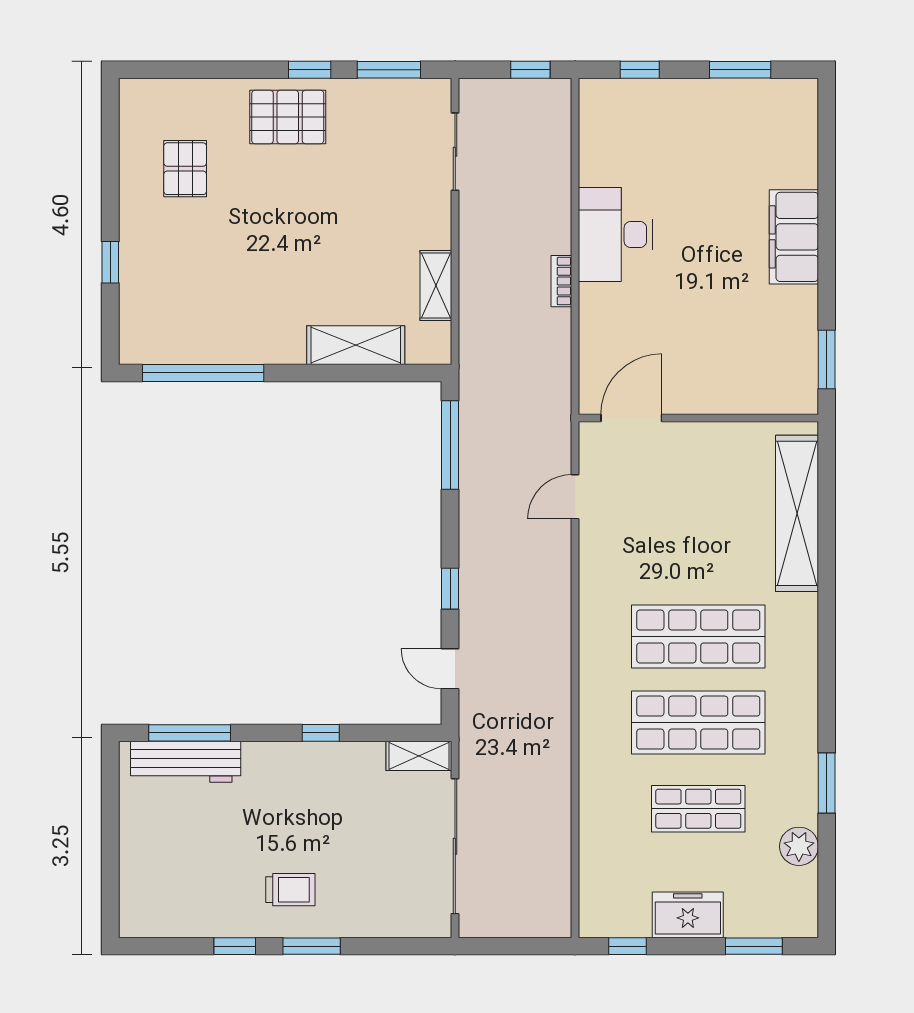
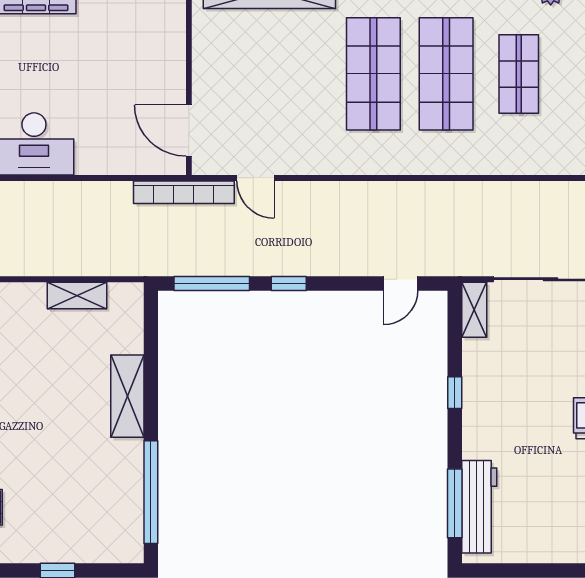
bookcase: (561, 281) -> (184, 192), moved, width x2.31, depth x1.31
shelving: (356, 345) -> (127, 396), moved
window: (450, 589) -> (289, 284), moved

